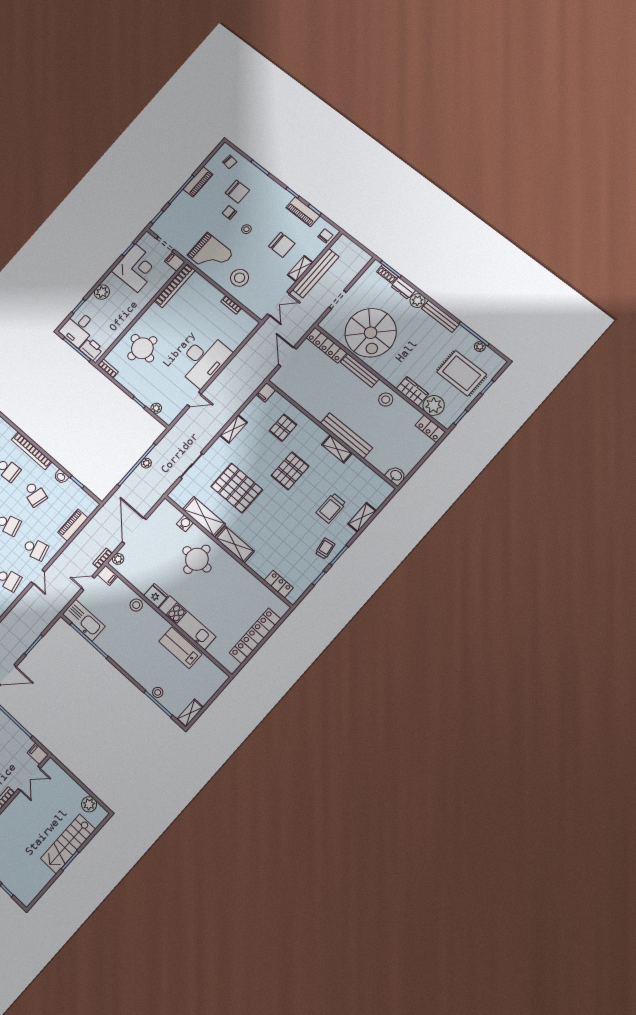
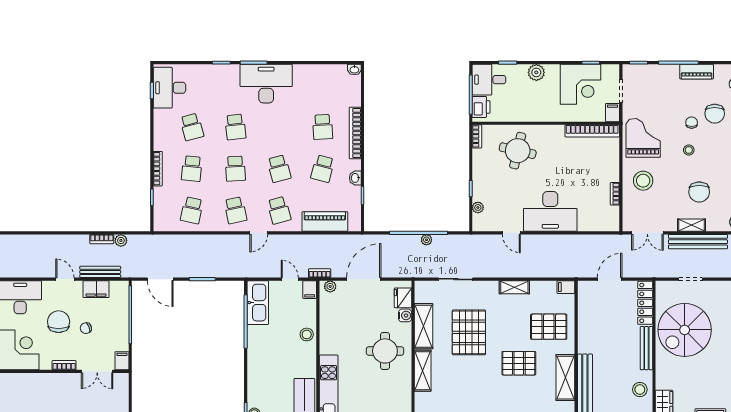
grand piano: (210, 254) -> (643, 138), turned 180
pallet: (283, 428) -> (549, 327), width x1.50, depth x1.42
shelving: (337, 449) -> (565, 378), width x1.50, depth x1.33
piano: (73, 525) -> (325, 222), width x1.37, depth x1.33
fridge: (156, 596) -> (403, 298), moved, turned 180

